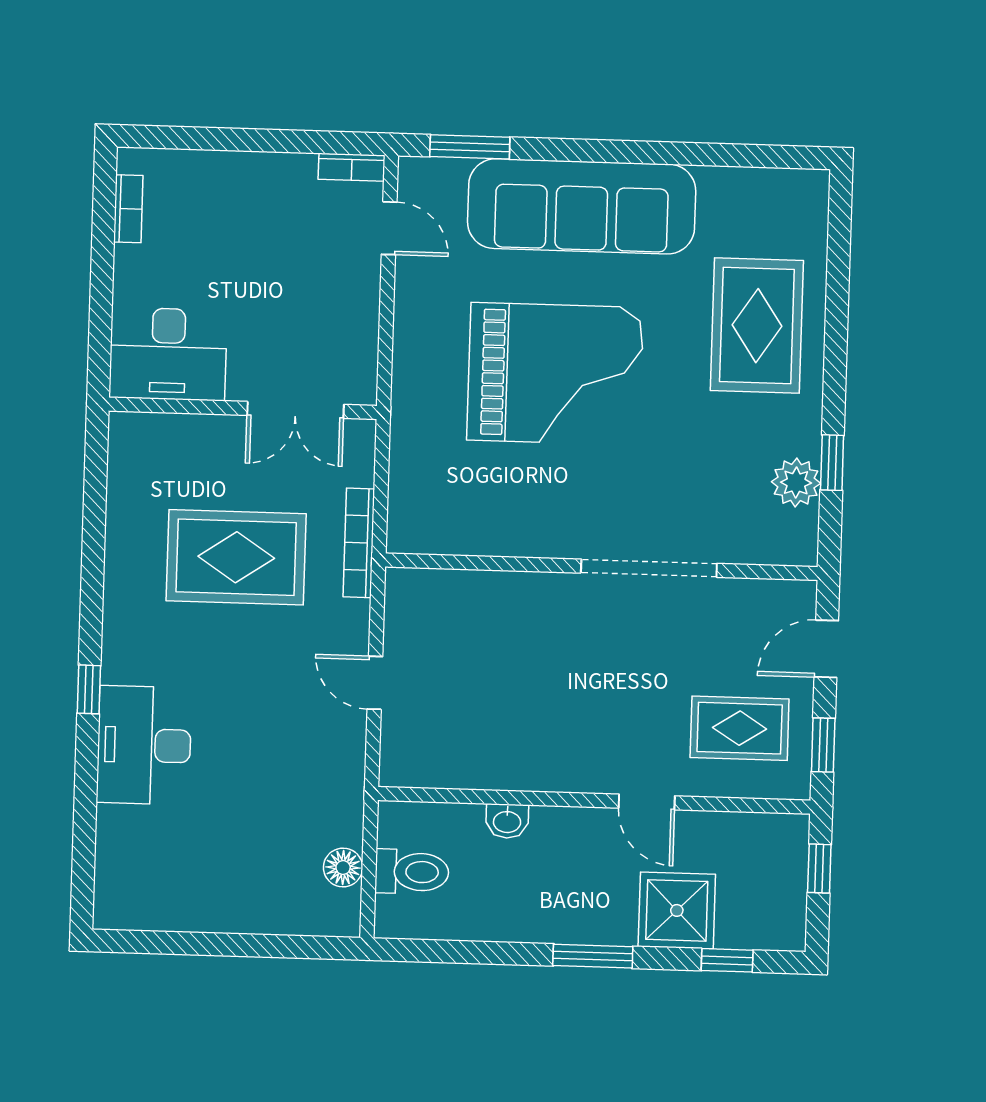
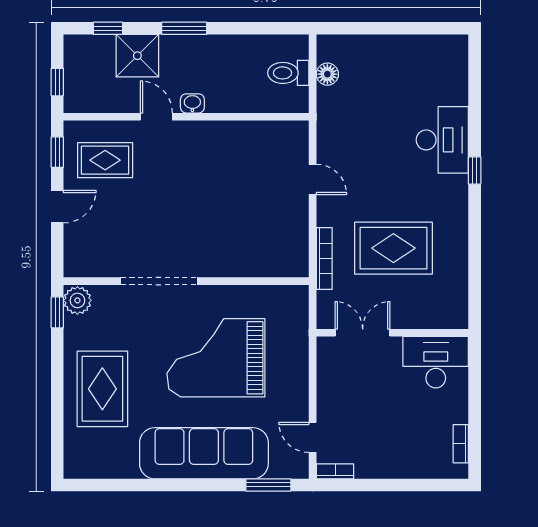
wall: (601, 567) -> (186, 281), moved
doorway: (649, 568) -> (159, 281), moved
washbasin: (507, 821) -> (192, 103), moved

